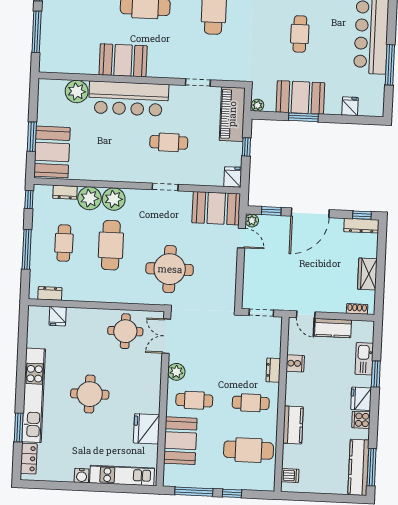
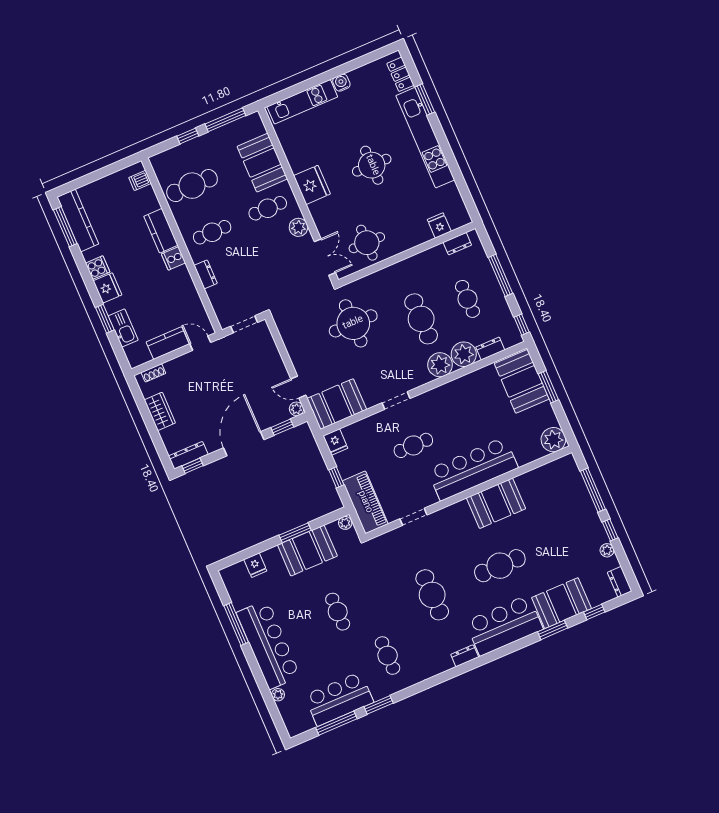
plant: (77, 91) -> (553, 440), moved
cooker: (295, 363) -> (173, 258), moved
fridge: (147, 429) -> (312, 185), moved

